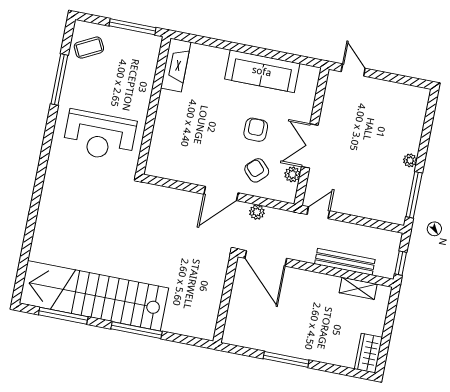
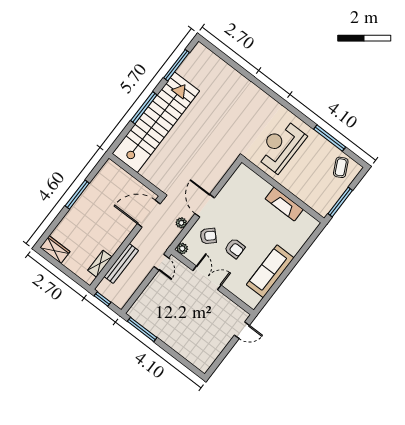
fireplace: (176, 65) -> (284, 204), moved
plant: (410, 160) -> (166, 338), removed
plant: (292, 174) -> (182, 249), moved
stairs: (94, 296) -> (156, 122), moved

